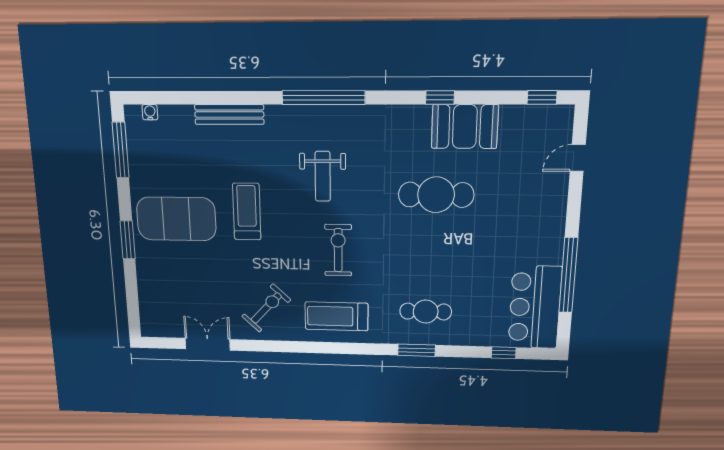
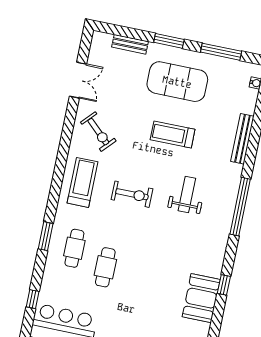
window: (121, 150) -> (221, 52), moved
weight bench: (323, 176) -> (187, 194), turned 90
cafe table: (436, 195) -> (105, 267), moved, width x0.73, depth x0.74
treadmill: (247, 212) -> (173, 135), turned 180
exercise mat: (176, 219) -> (177, 82), turned 90
bench: (146, 288) -> (130, 44), added

